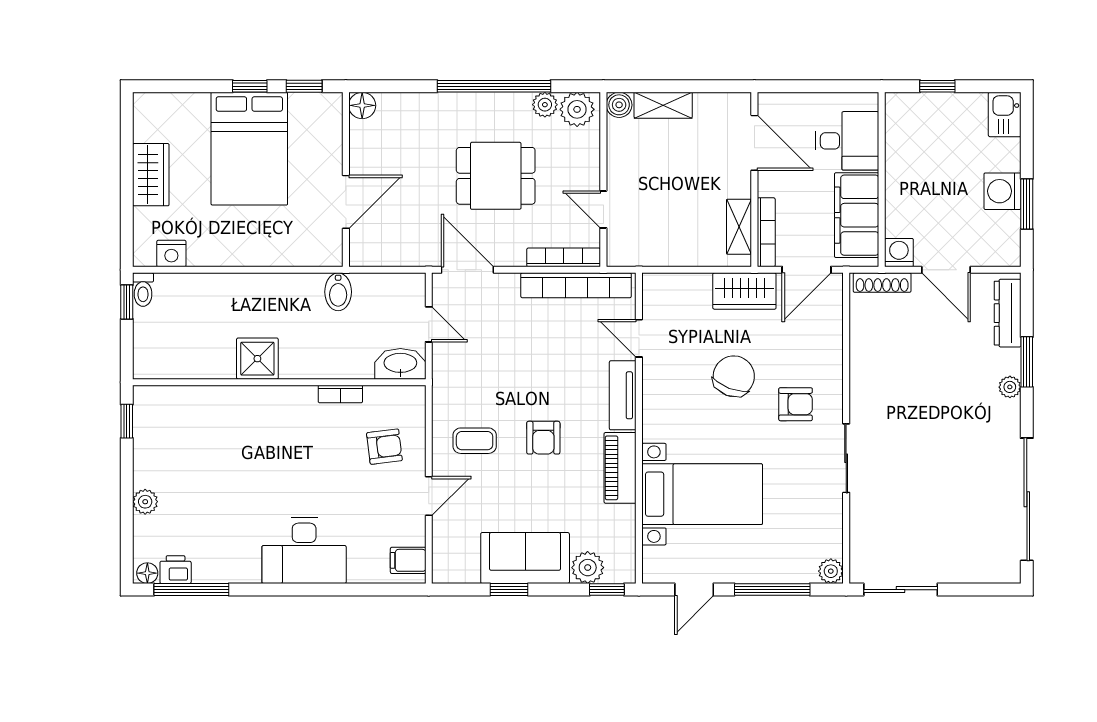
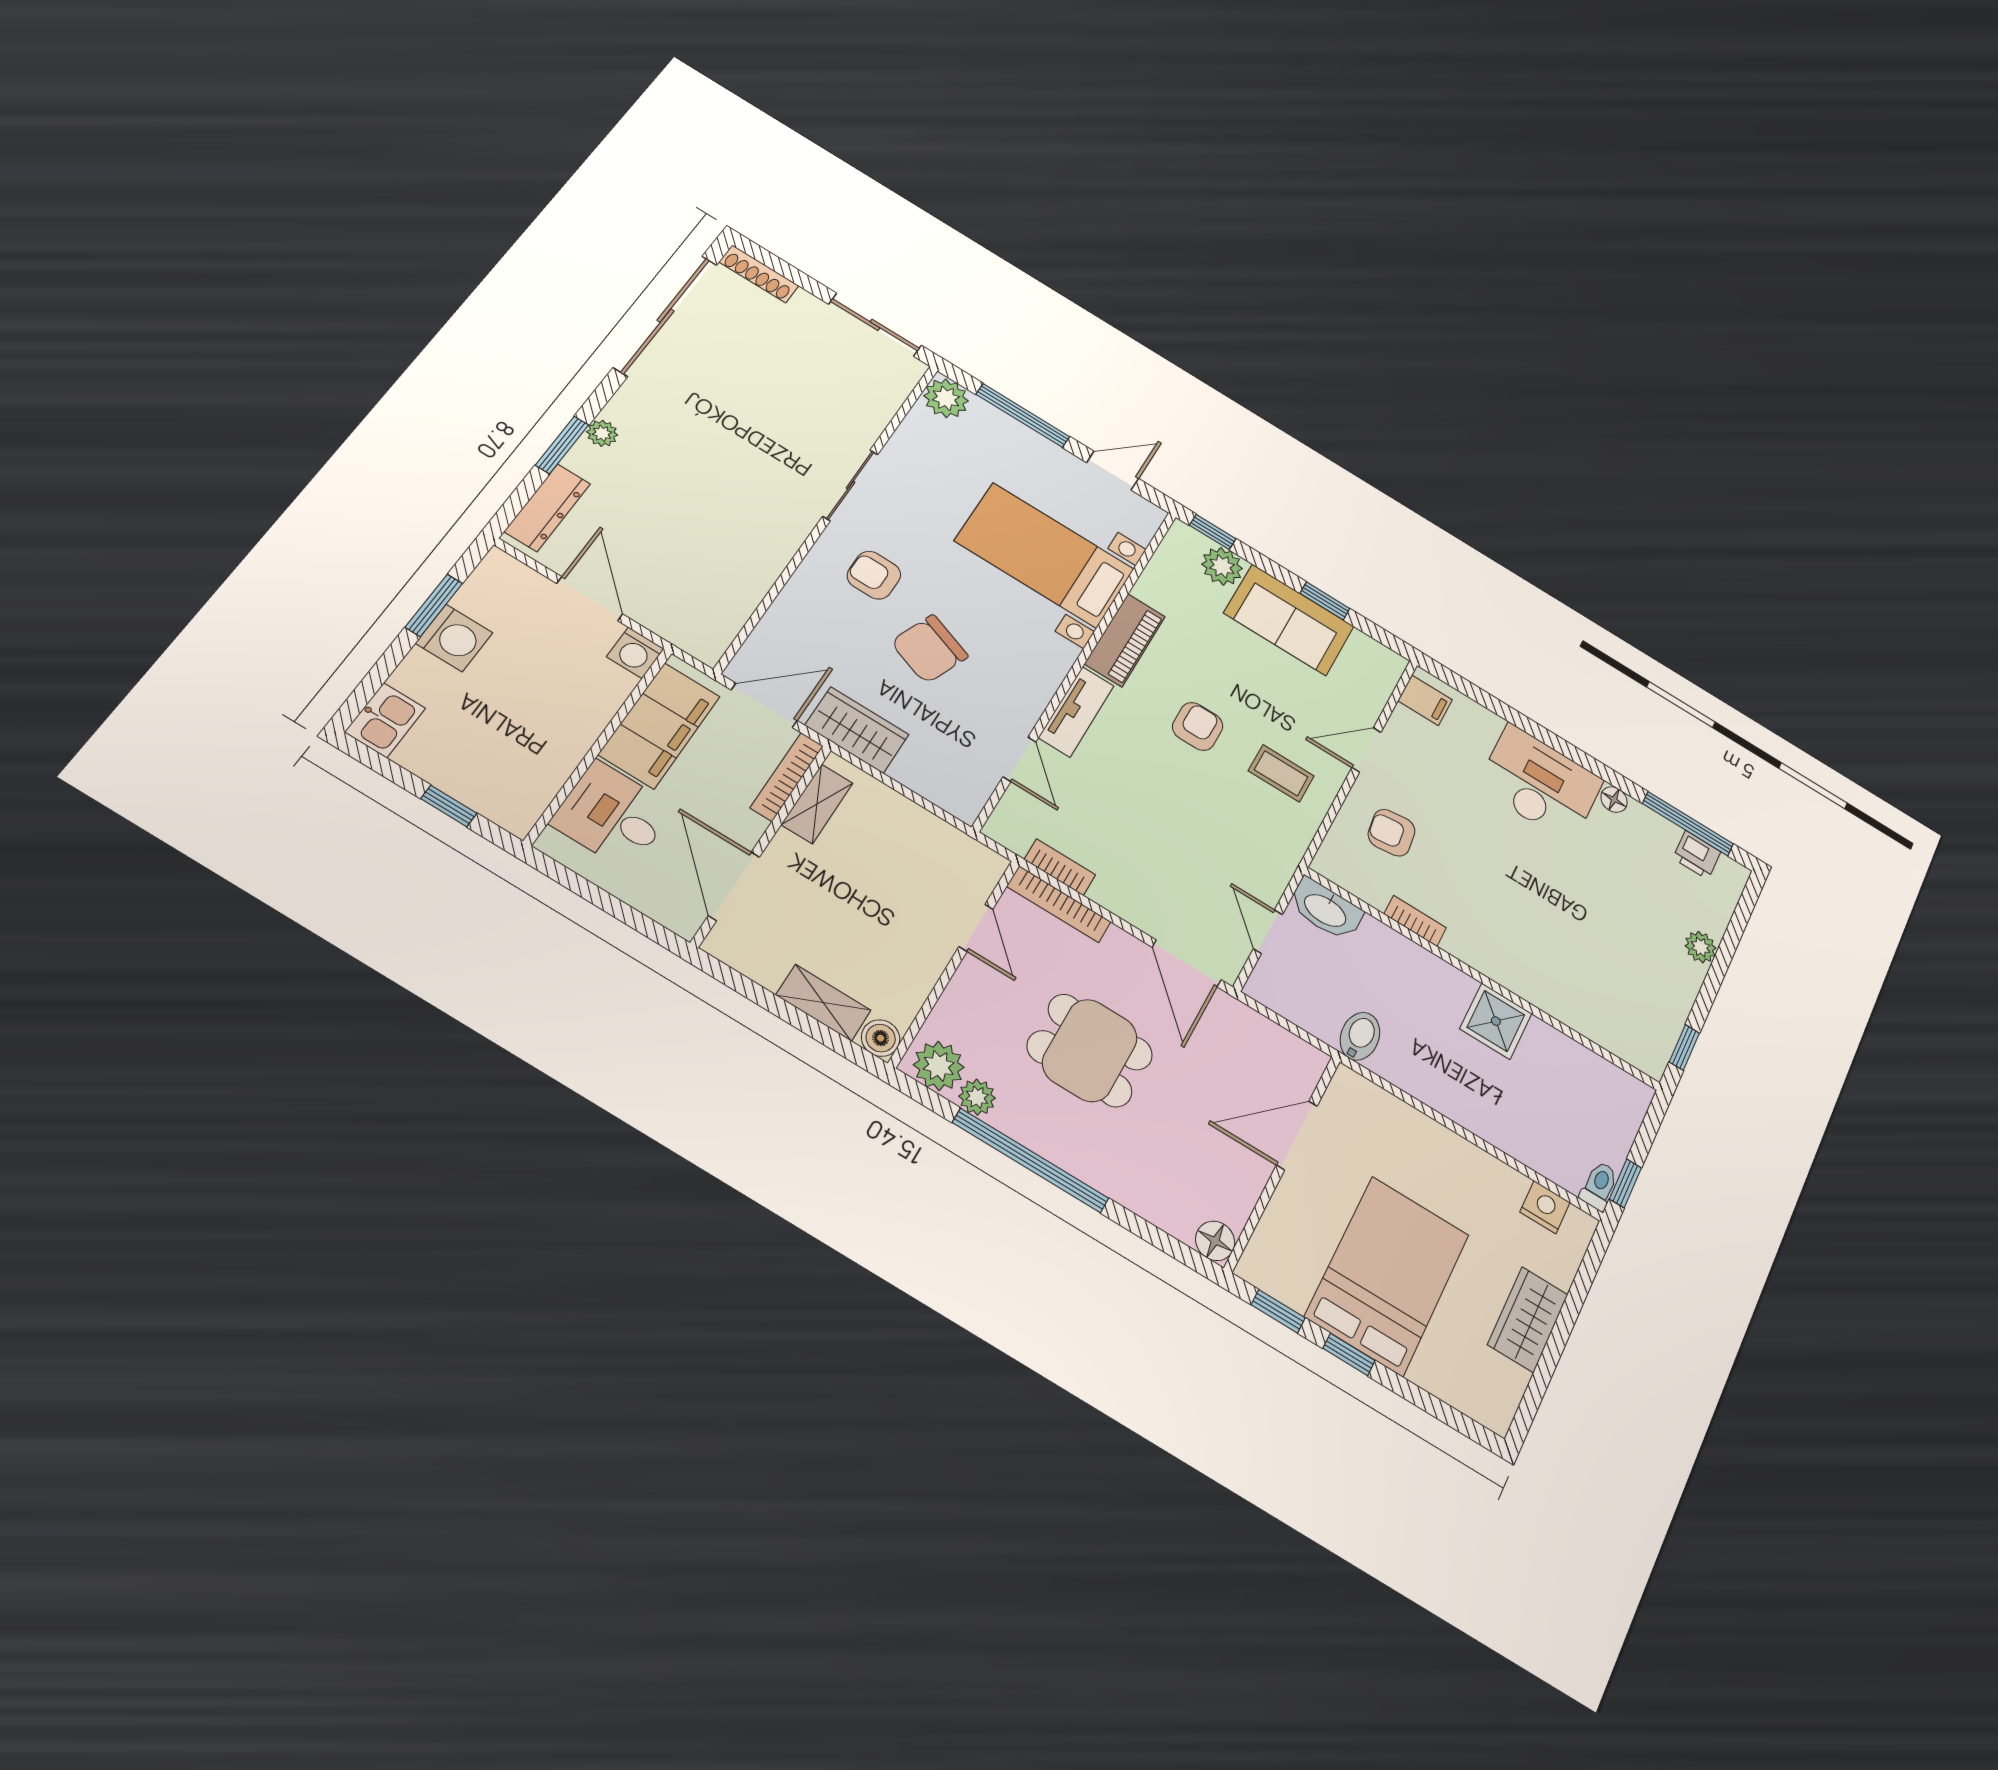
shoe rack: (882, 283) -> (759, 274), moved, turned 180
bookcase: (576, 285) -> (1060, 867), width x0.43, depth x0.76
plant: (831, 571) -> (946, 398), width x1.38, depth x1.38
floor lamp: (147, 573) -> (1614, 800), moved

